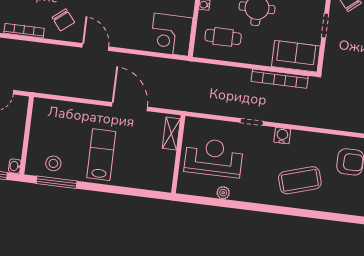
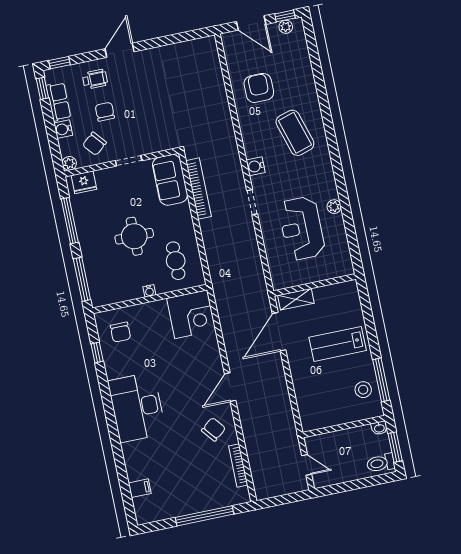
shelving: (171, 134) -> (296, 299), moved
wall: (178, 154) -> (315, 285), moved

